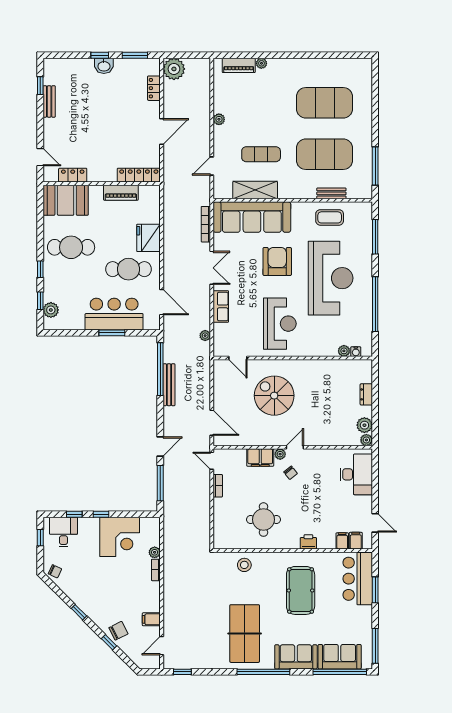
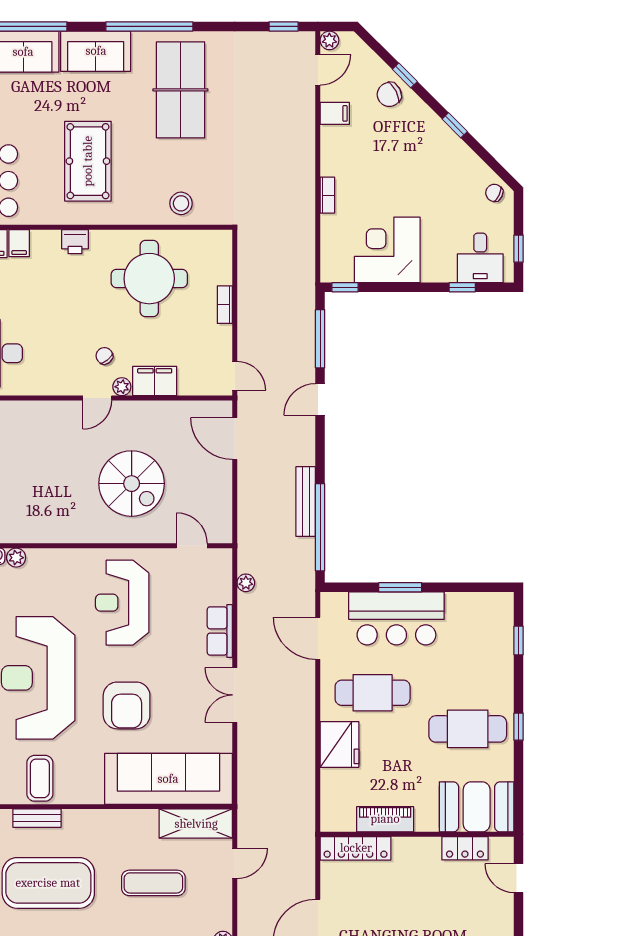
shelving: (255, 190) -> (196, 824), moved
coffee table: (330, 217) -> (40, 778), turned 90
bookcase: (206, 224) -> (245, 767), removed
window: (40, 269) -> (519, 727), moved
plant: (51, 310) -> (501, 625), removed
bookcase: (218, 486) -> (225, 305), moved
window: (101, 514) -> (345, 287), moved
round table: (264, 520) -> (149, 279), width x1.36, depth x1.36
plant: (155, 552) -> (329, 40), moved

